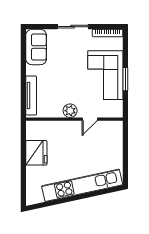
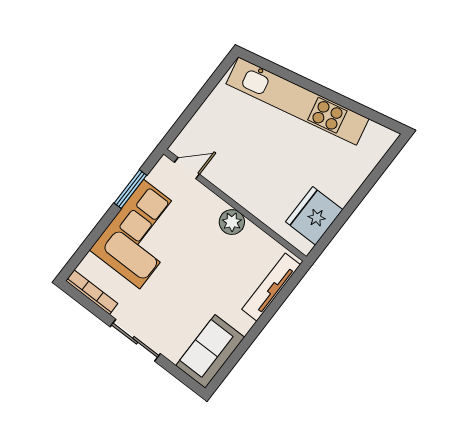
window: (125, 79) -> (130, 189), moved
door: (90, 119) -> (187, 168), moved
fridge: (36, 153) -> (314, 216), moved

